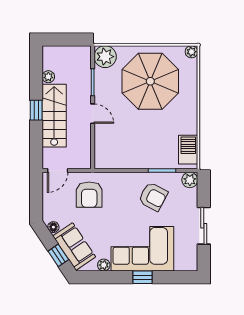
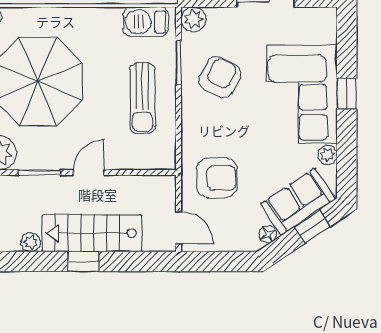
sun lounger: (140, 148) -> (142, 98), added

